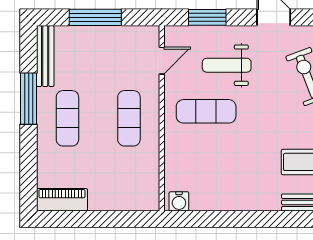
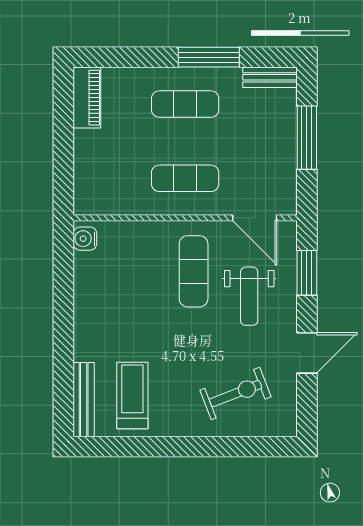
bench: (45, 56) -> (270, 77), width x0.73
door: (162, 61) -> (255, 218), width x1.37
weight bench: (227, 65) -> (249, 296), turned 180

